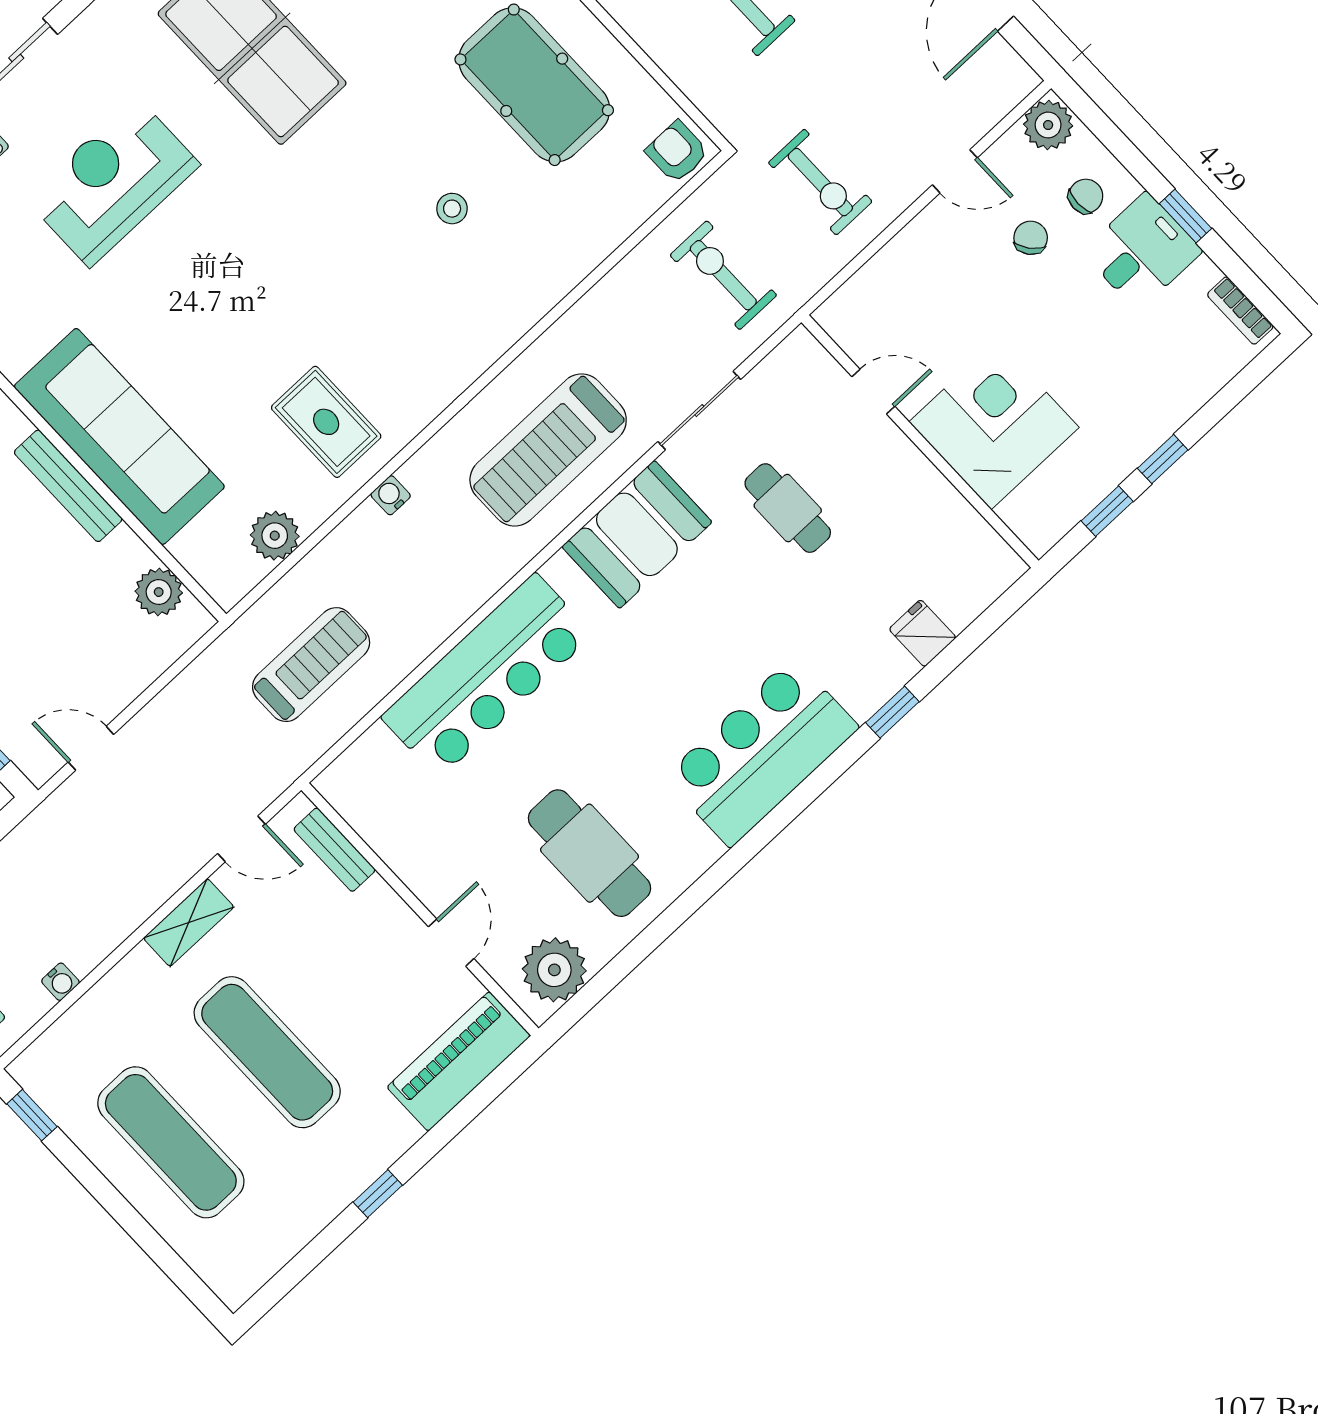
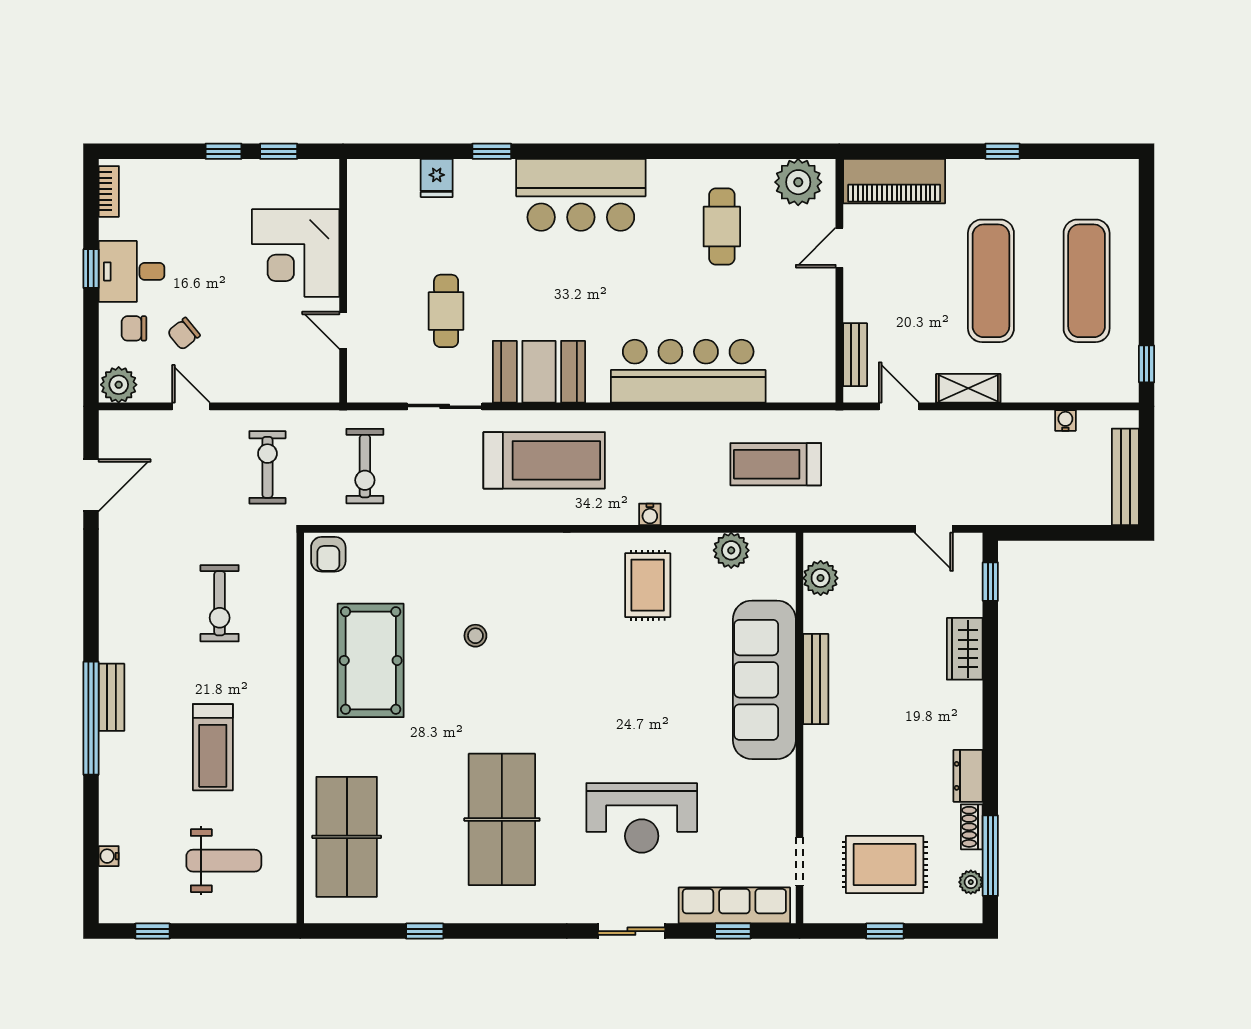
cafe table: (590, 853) -> (722, 227), width x0.73, depth x0.74

